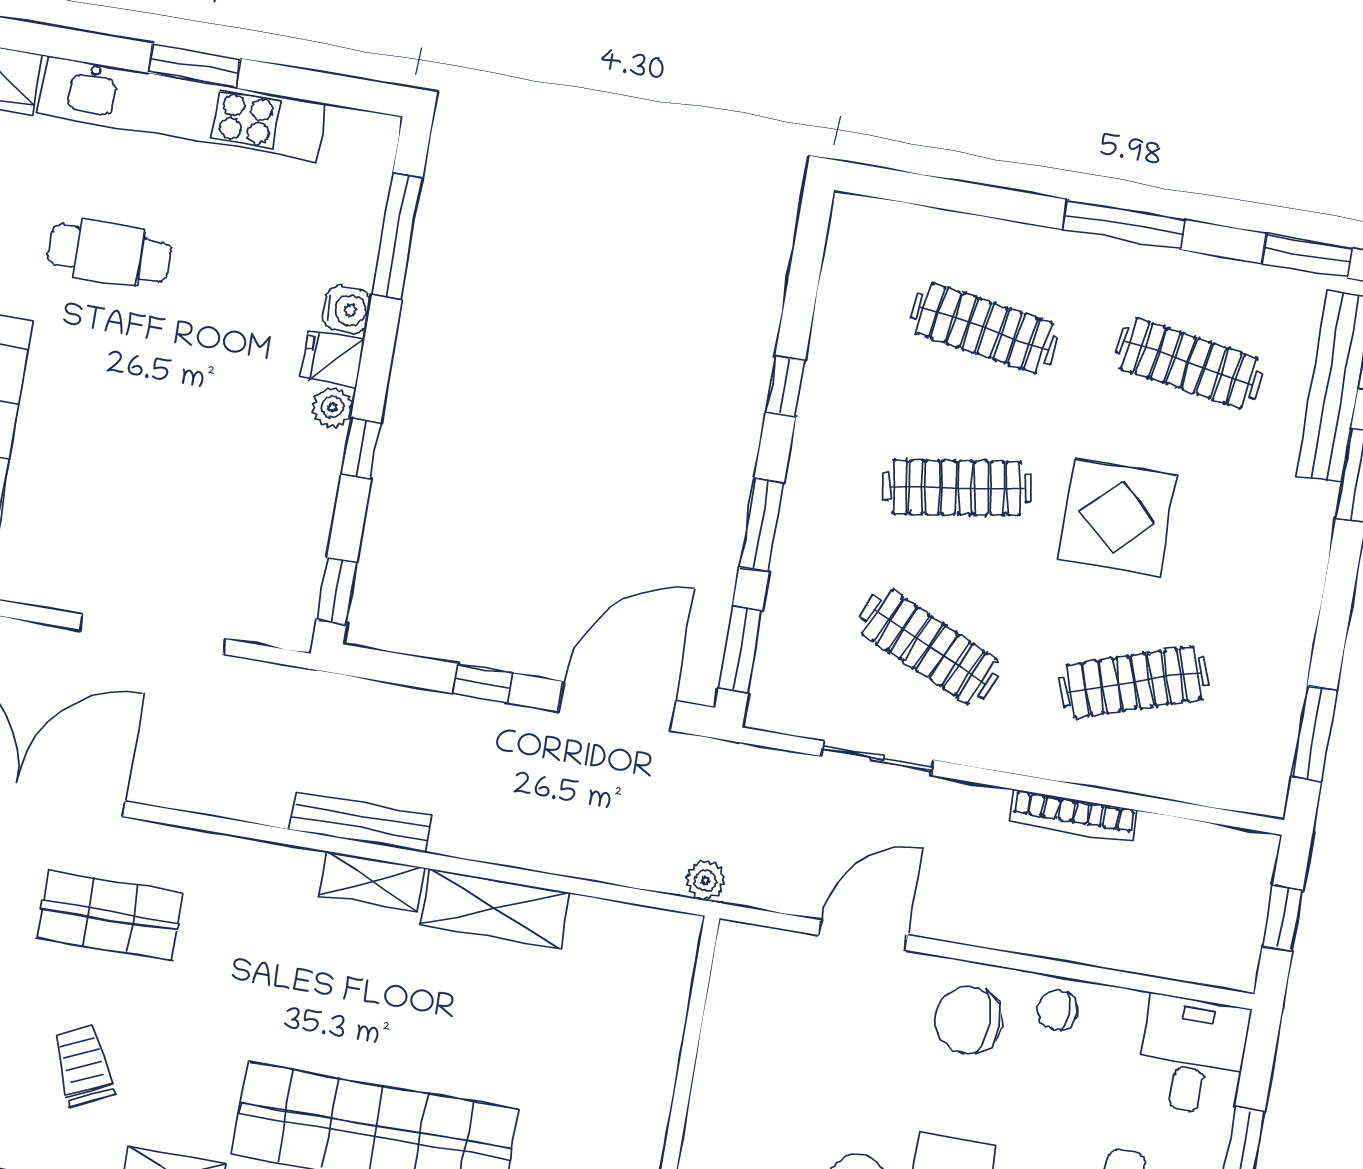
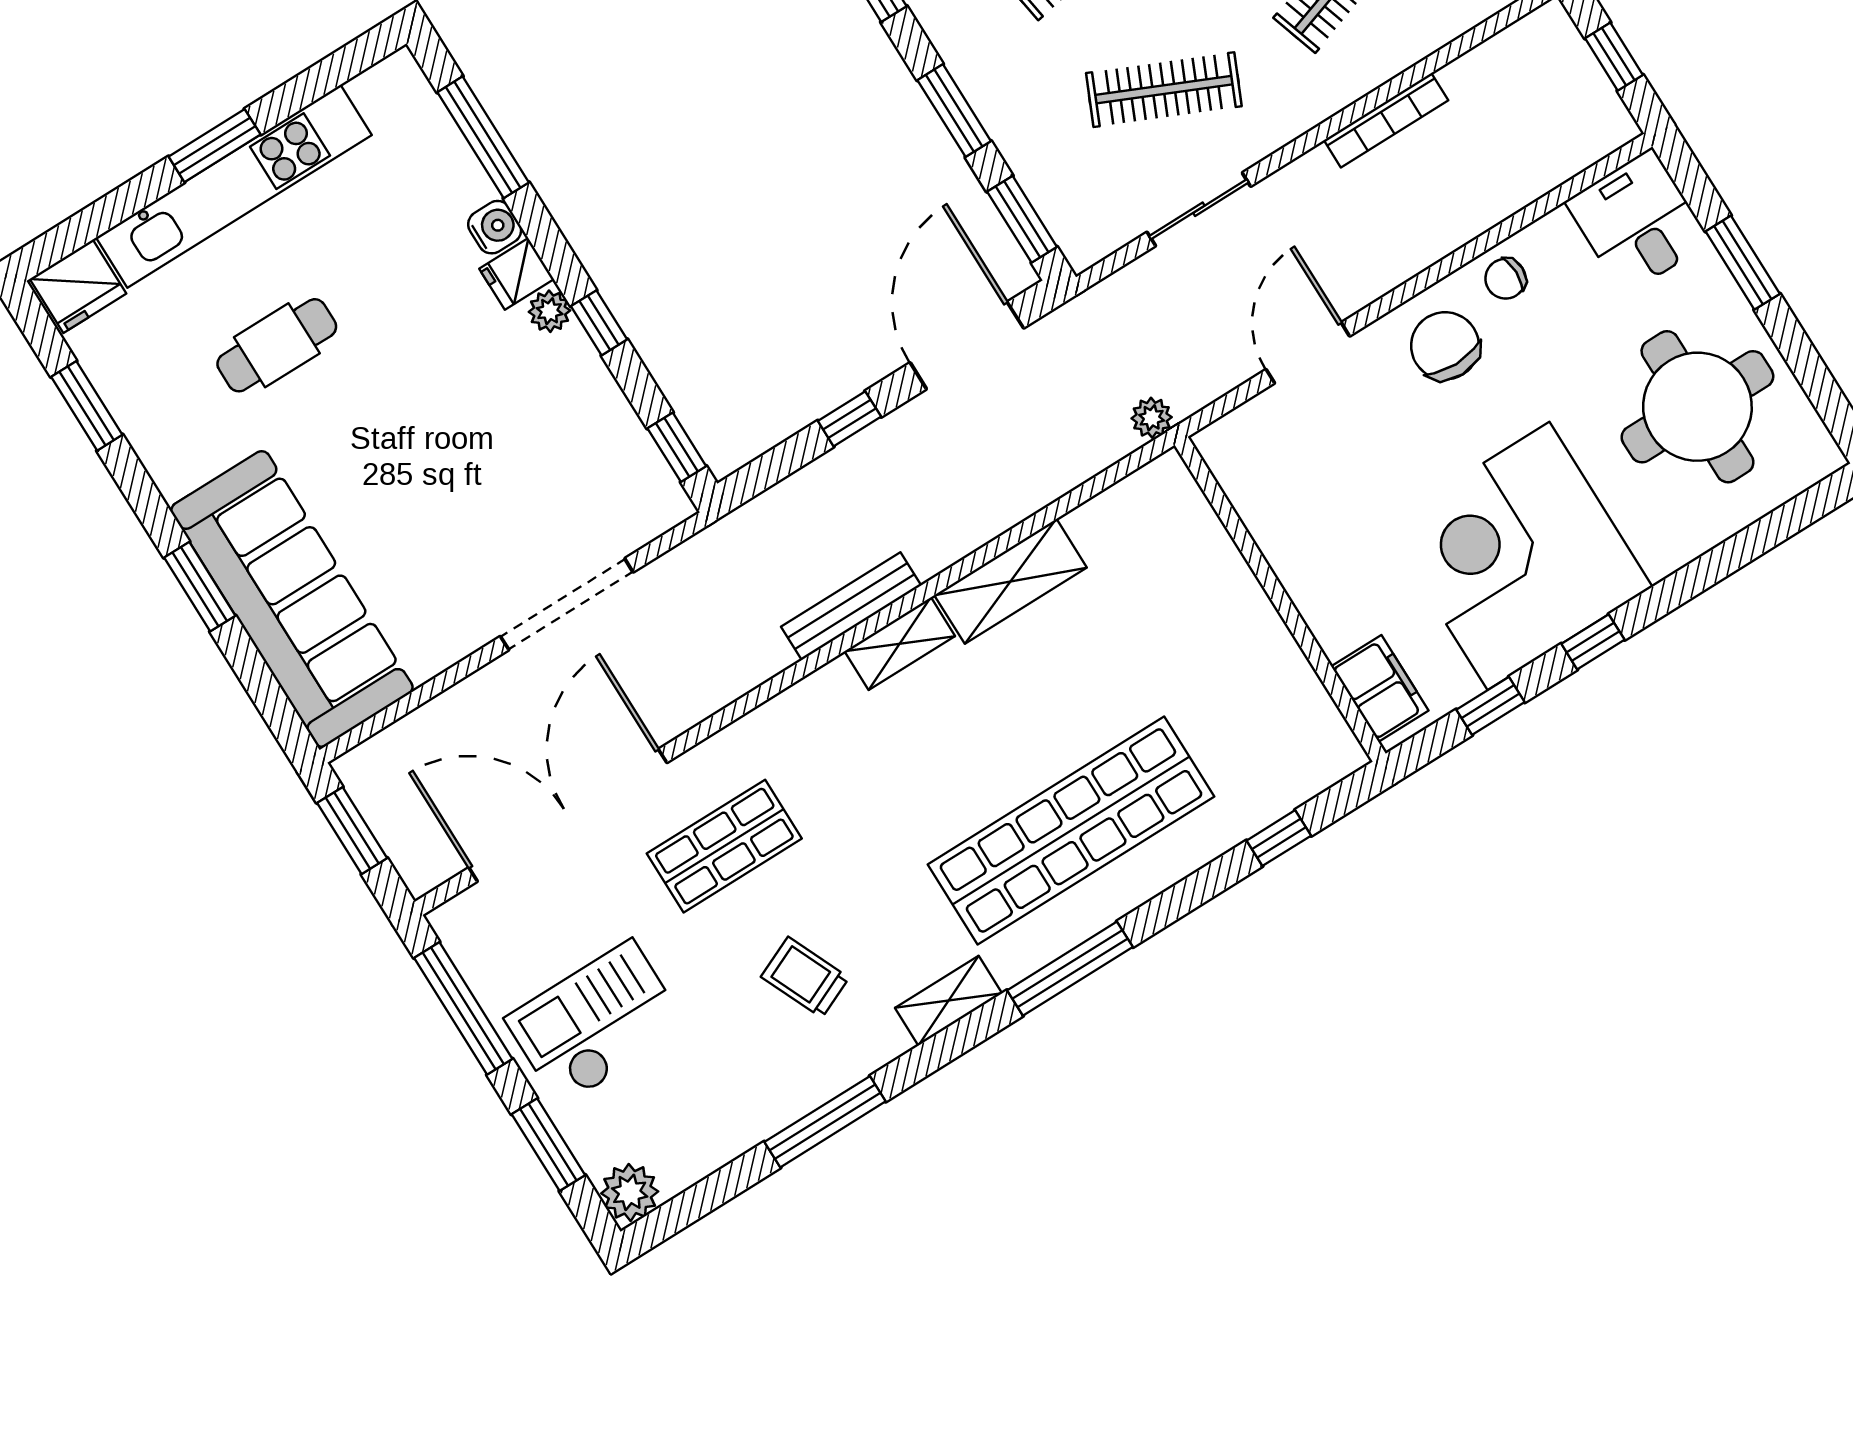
chair: (969, 1020) -> (1445, 346), turned 90

